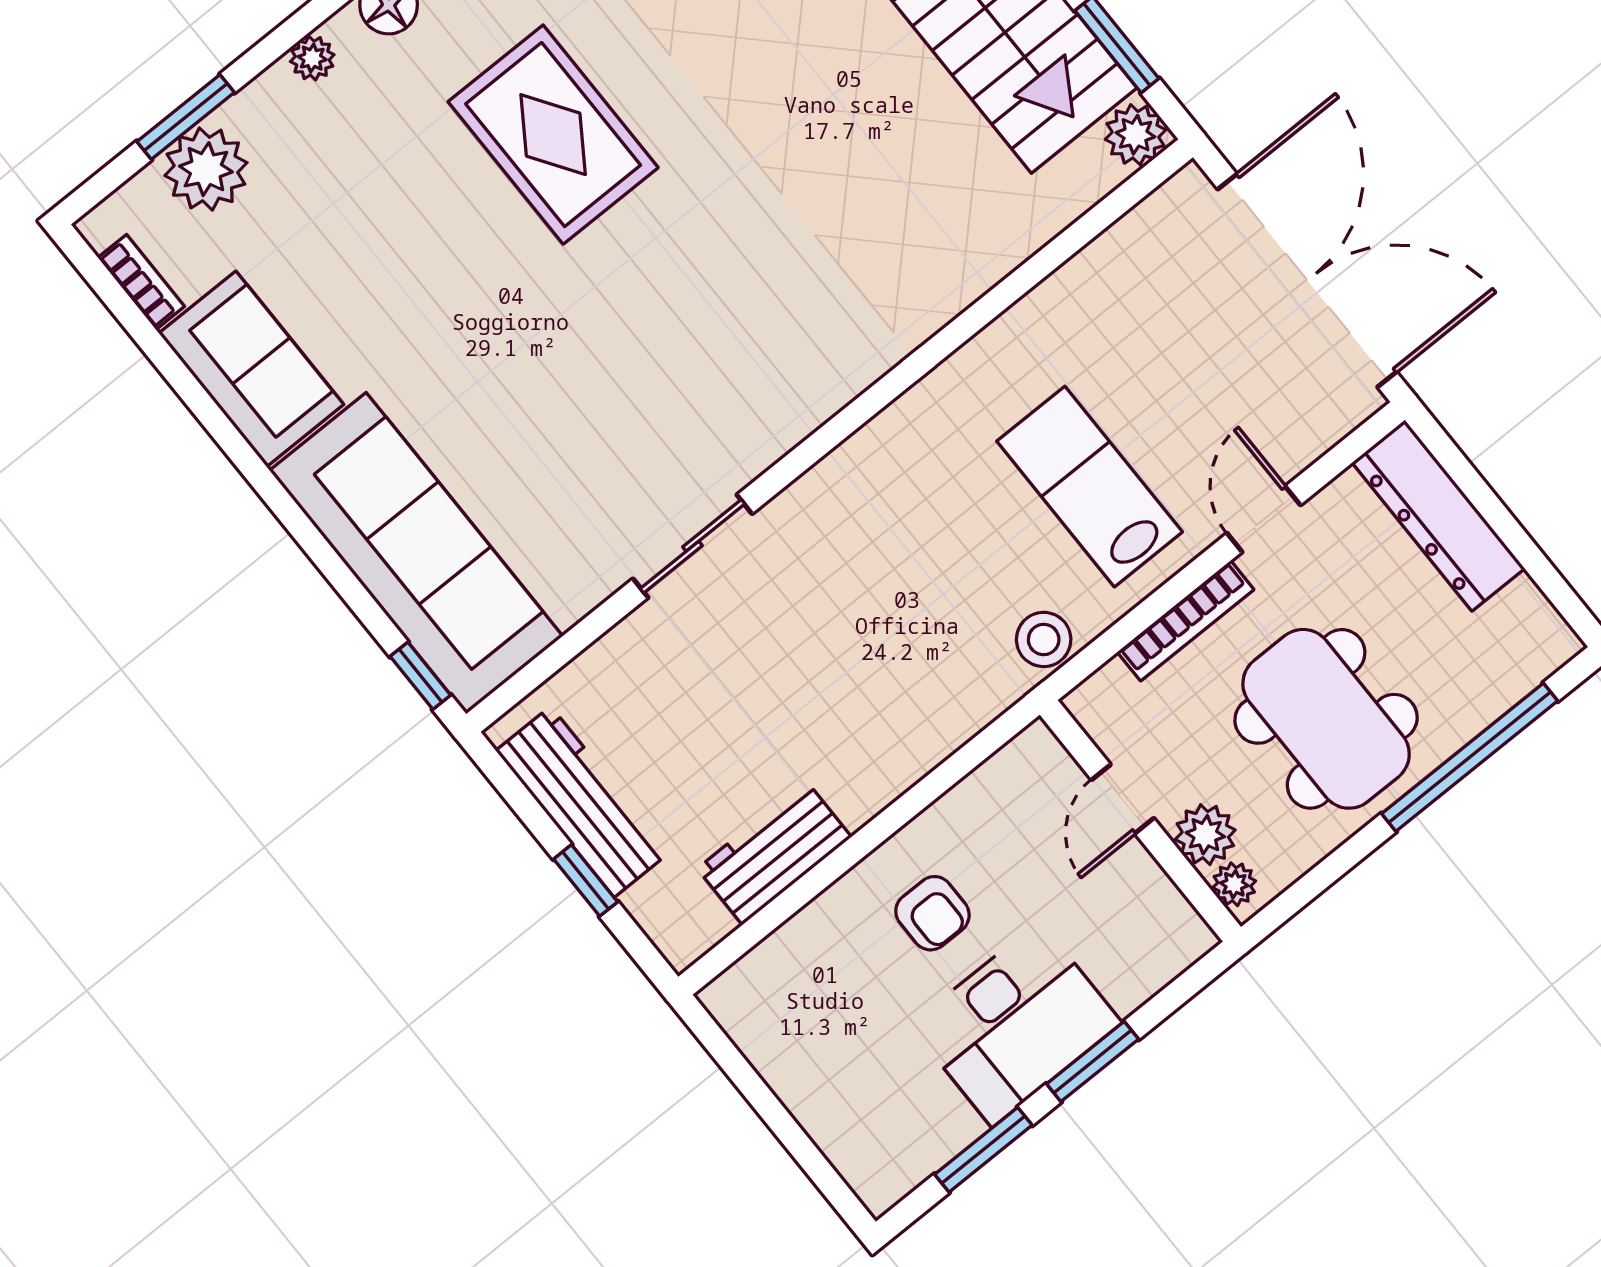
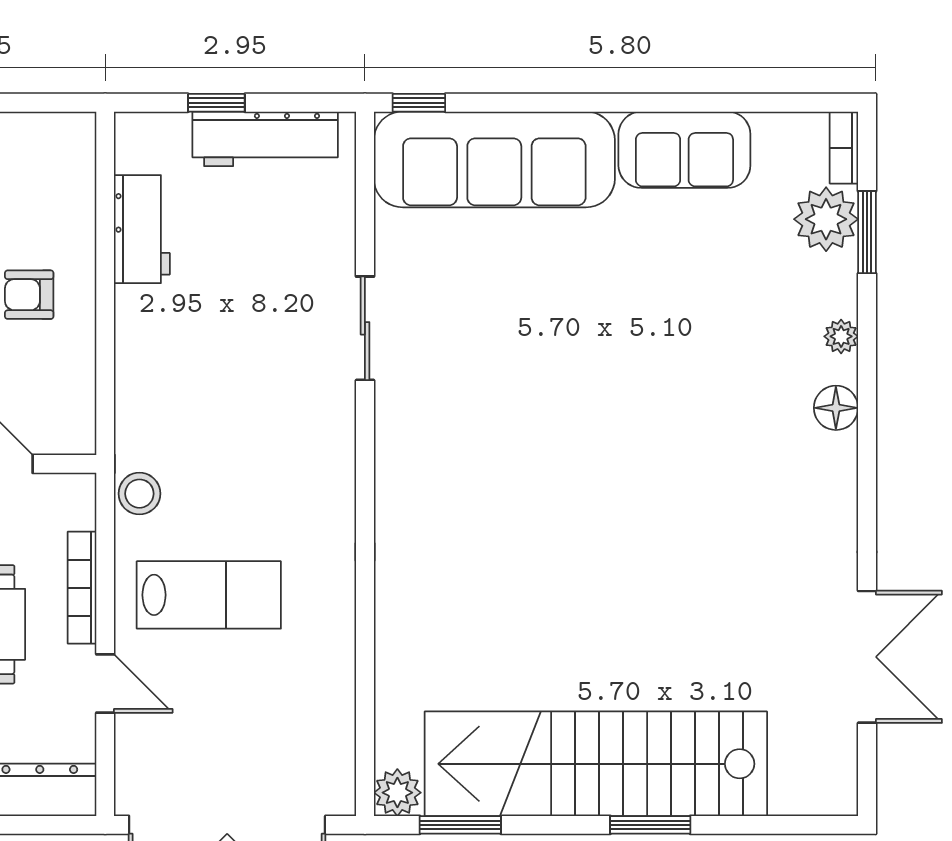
rug: (553, 135) -> (679, 444), removed
bookcase: (141, 282) -> (844, 148), moved, turned 90

